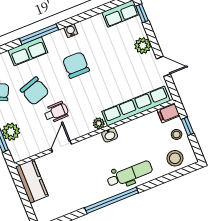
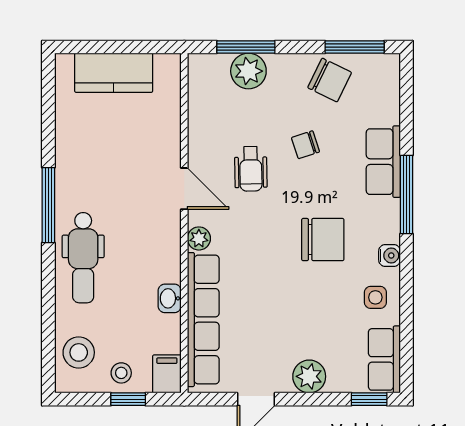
side table: (93, 29) -> (375, 297), added
chair: (35, 91) -> (305, 145), width x0.54, depth x0.54
washbasin: (110, 135) -> (170, 298), moved
door: (61, 146) -> (184, 189), moved
kitchen counter: (32, 181) -> (114, 73), moved
window: (112, 200) -> (48, 205), width x0.68

